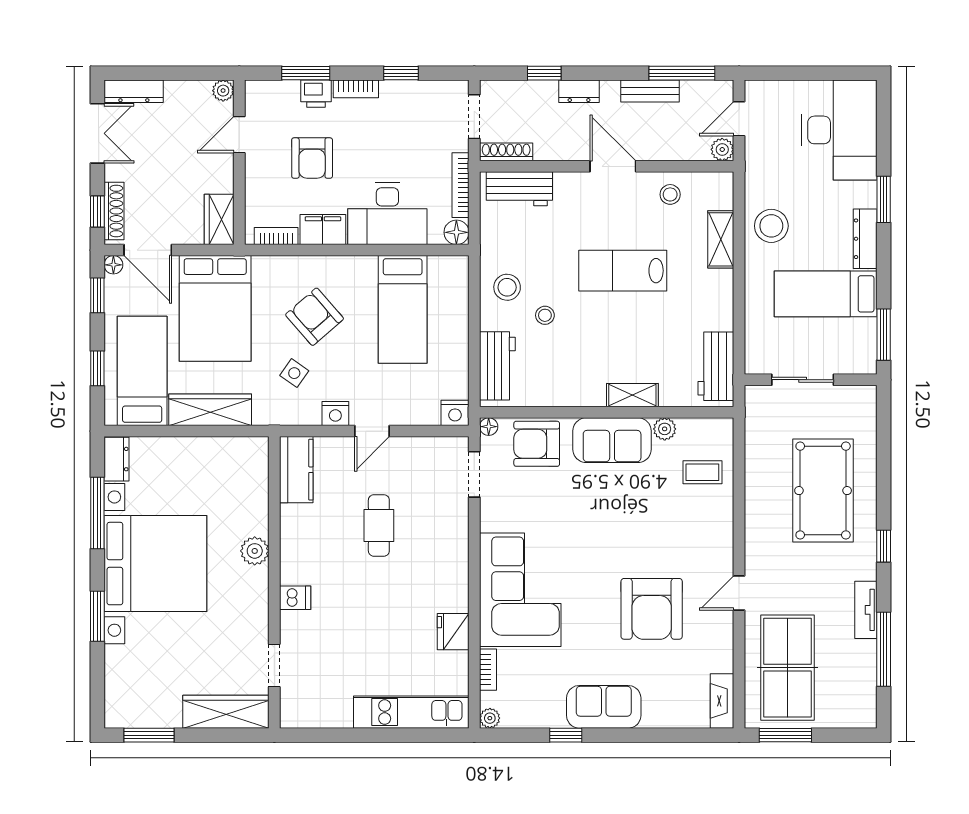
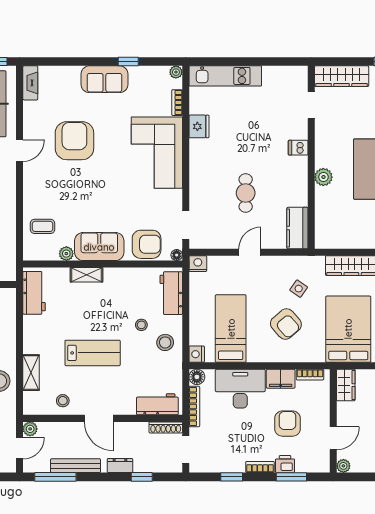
bench: (650, 91) -> (75, 466), width x1.36
nightstand: (335, 414) -> (197, 354), moved, turned -90

